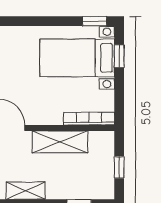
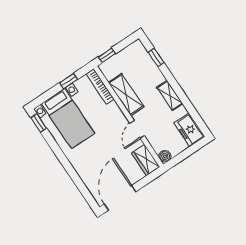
window: (119, 56) -> (68, 81), moved
window: (119, 167) -> (107, 55), moved

